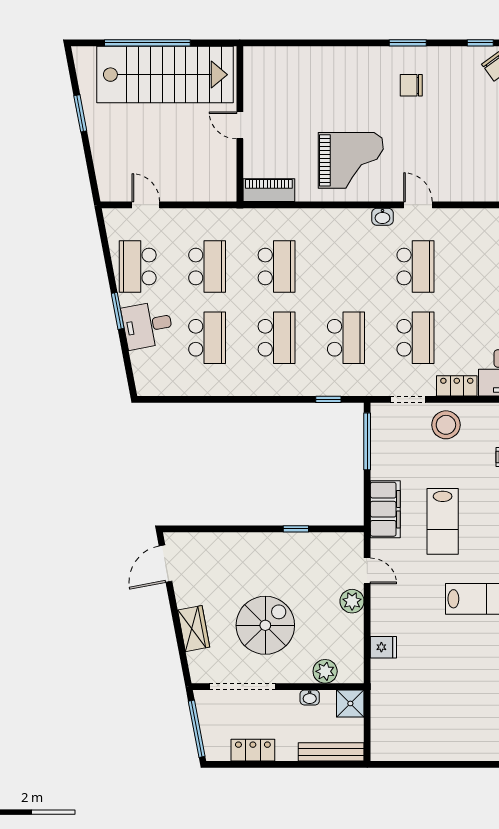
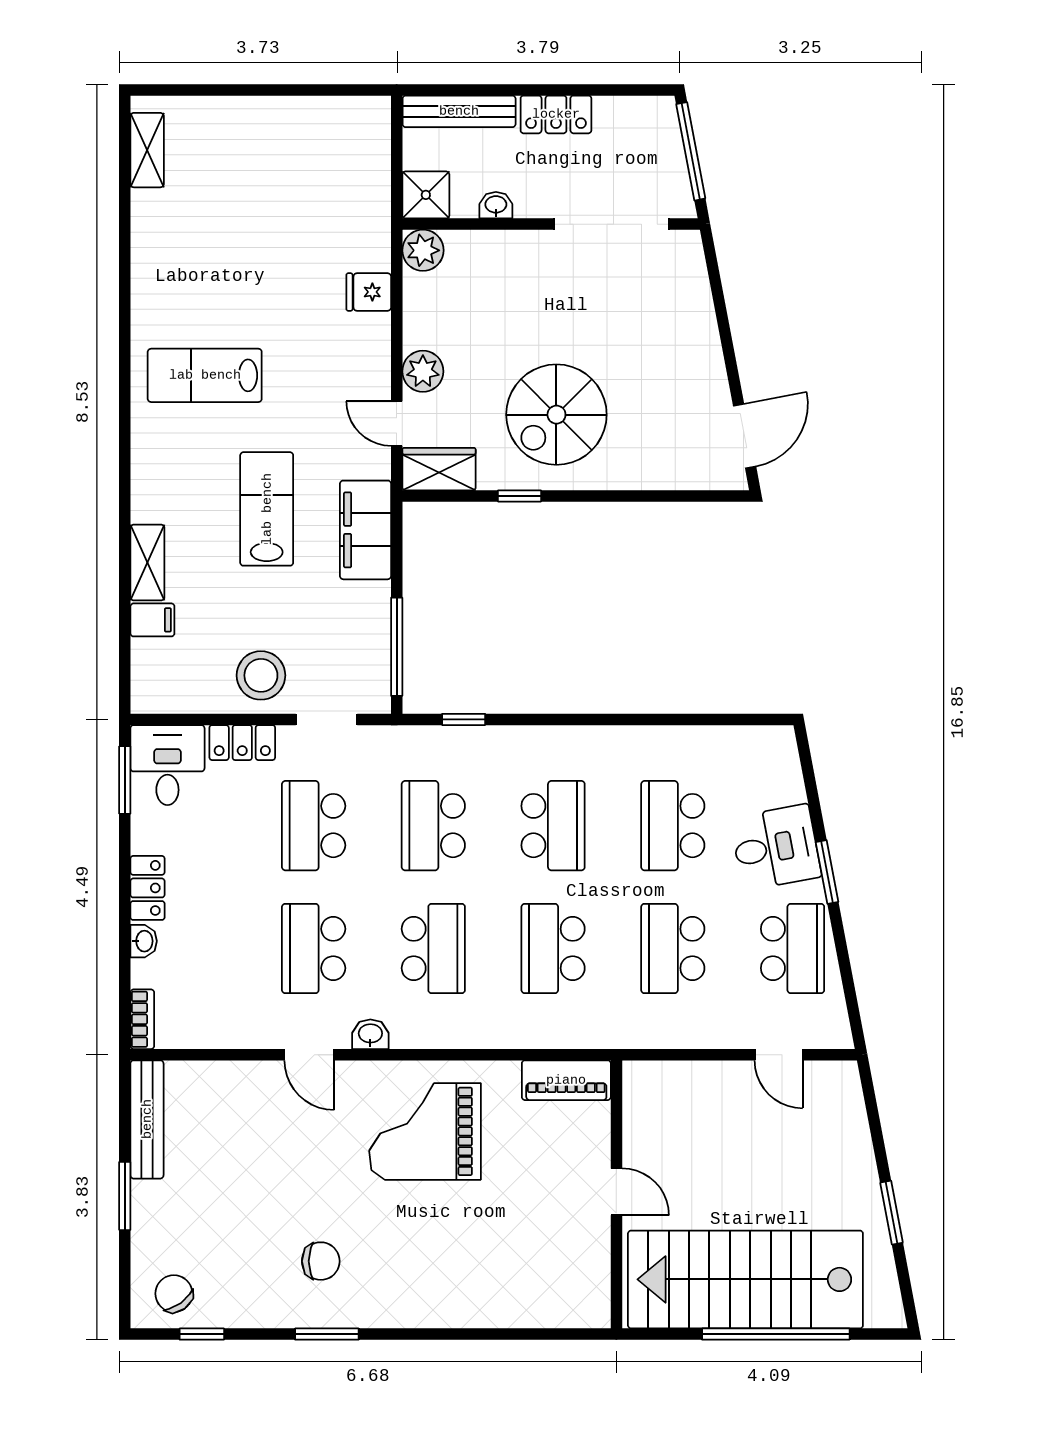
school desk: (346, 266) -> (433, 949), added
school desk: (277, 338) -> (553, 826), turned 180
spiral stairs: (265, 625) -> (556, 415), moved
wardrobe: (194, 629) -> (439, 469), moved, turned 101
plant: (325, 671) -> (423, 250), moved
locker: (253, 750) -> (556, 114), moved

